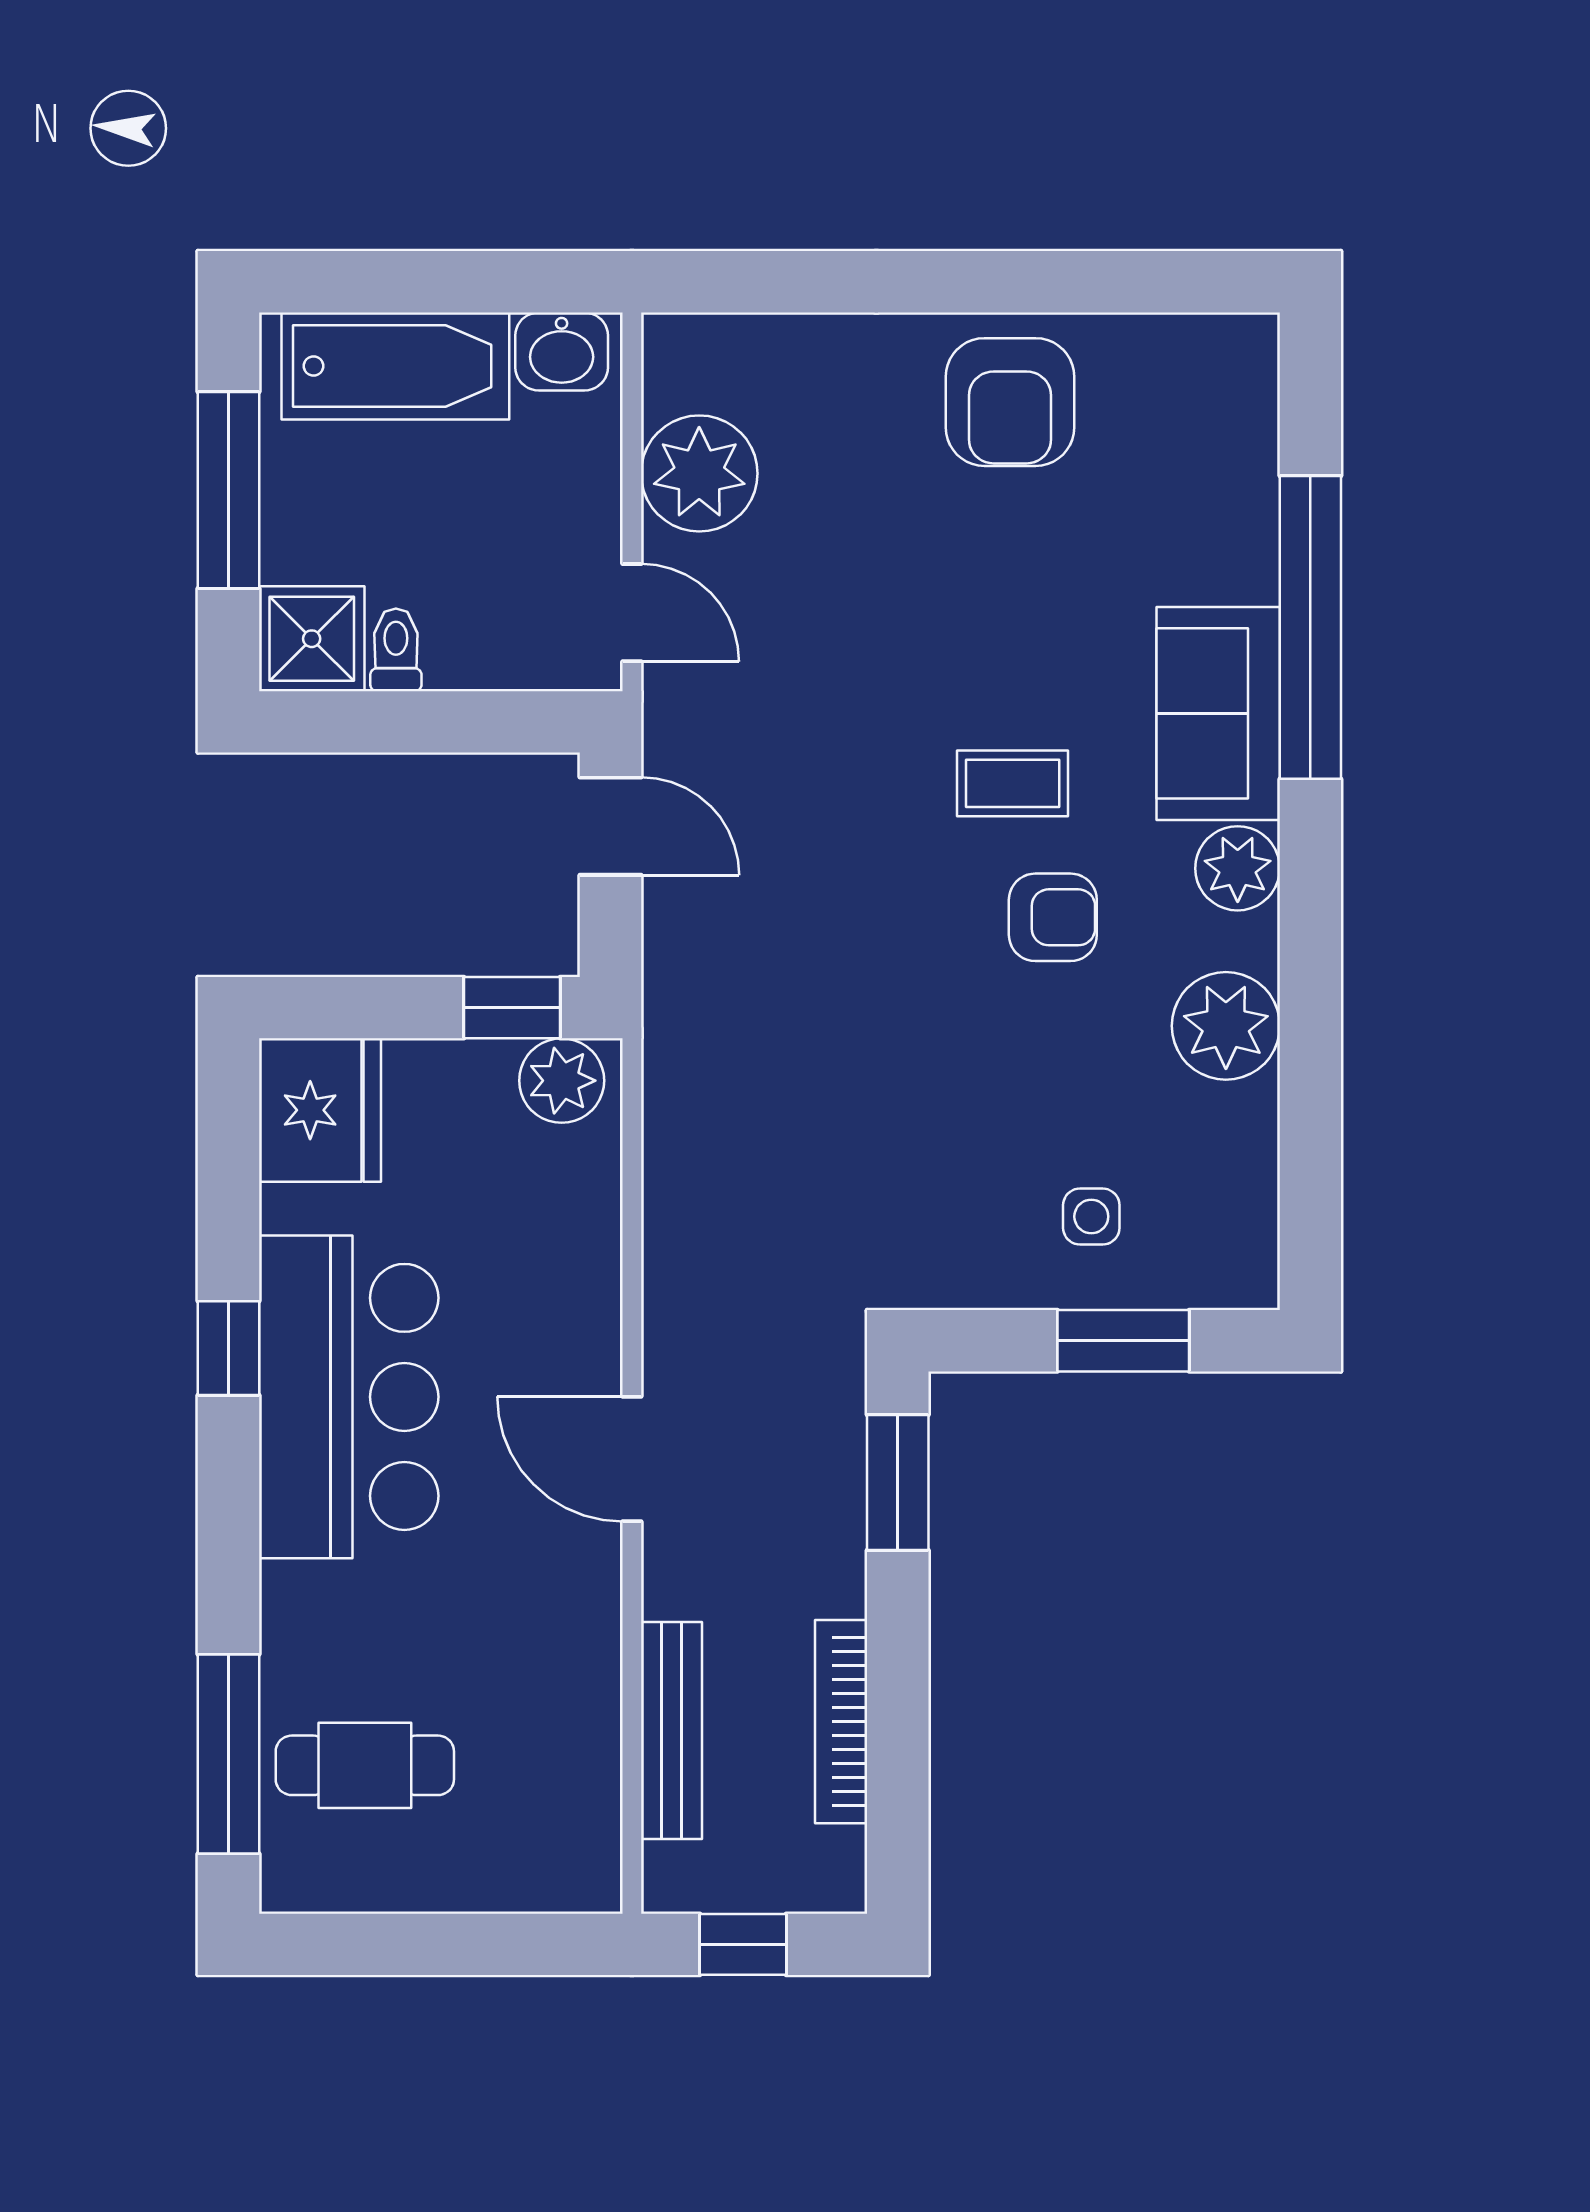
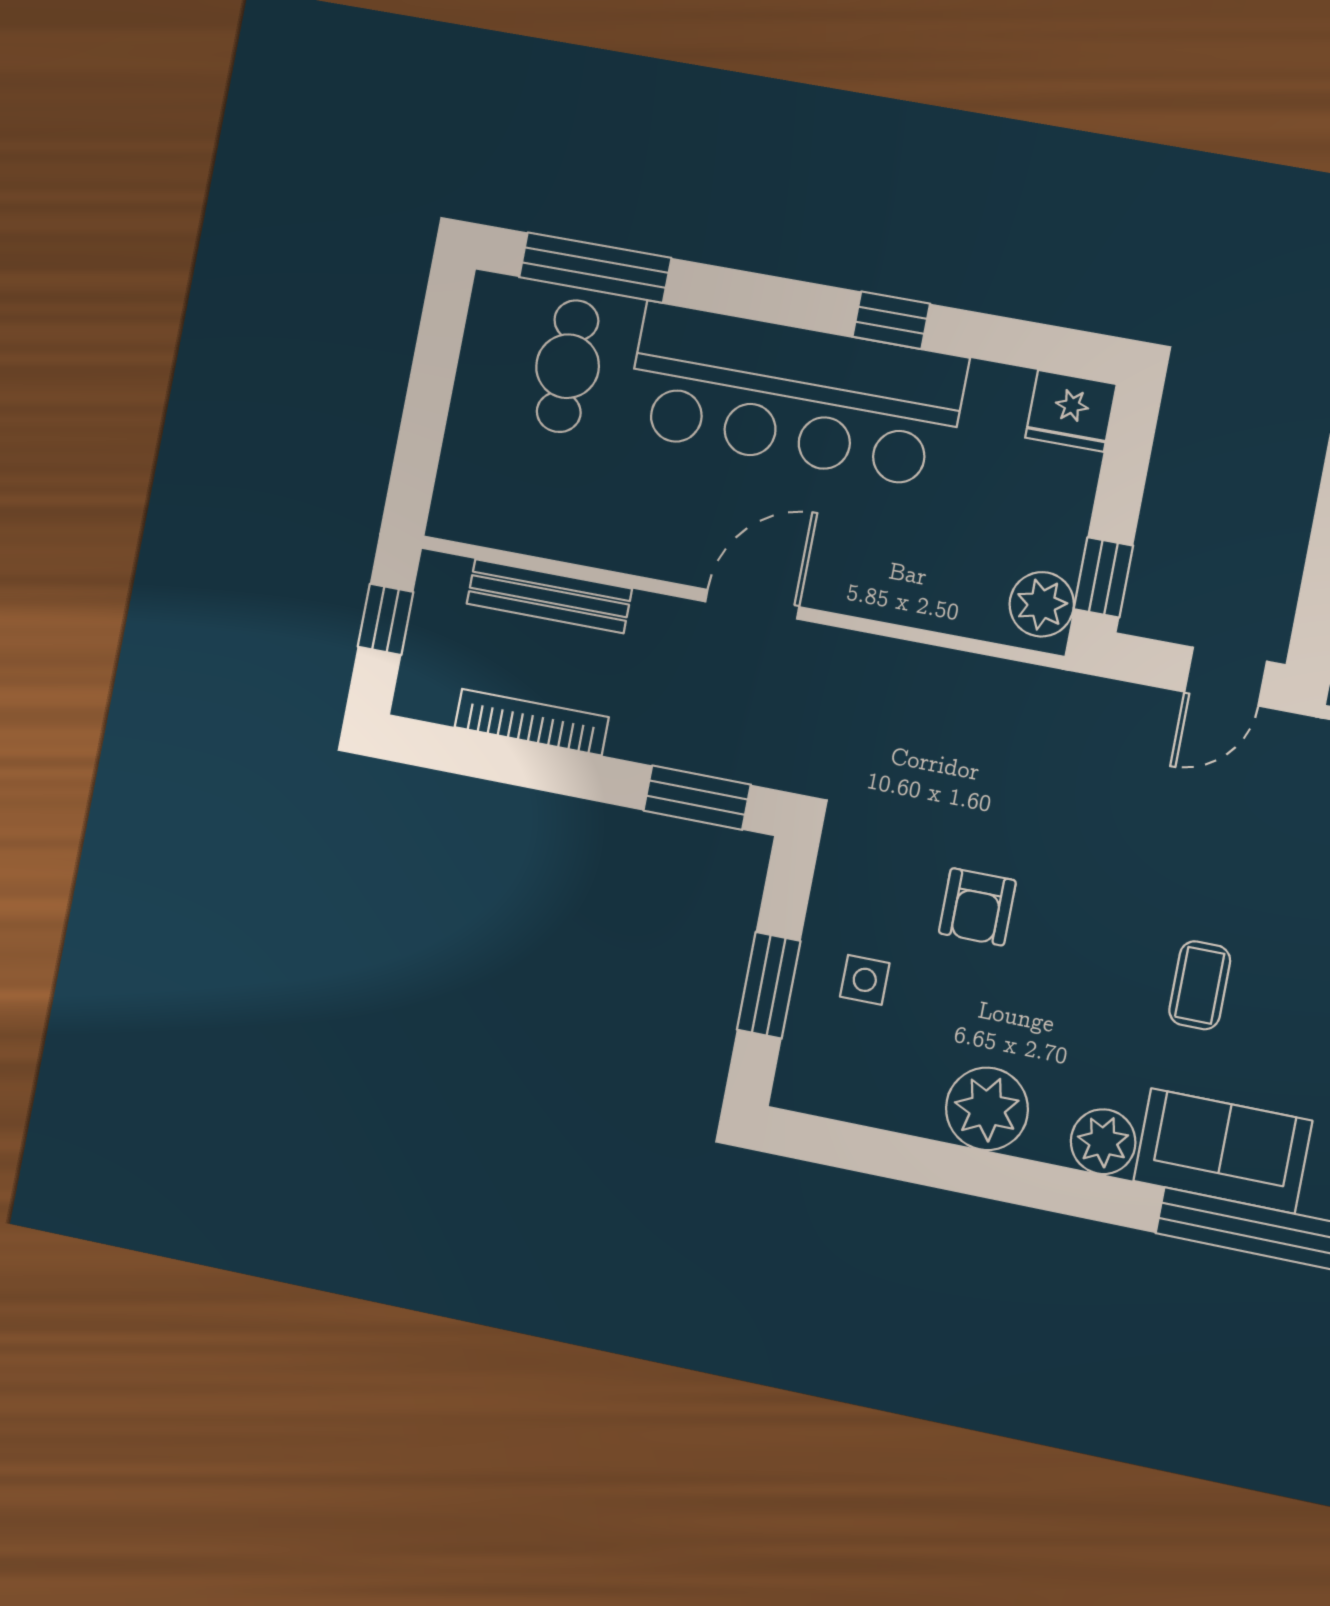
armchair: (1053, 917) -> (977, 907), moved
fridge: (320, 1110) -> (1071, 411), width x0.73, depth x0.75
bar counter: (349, 1397) -> (795, 395), width x1.36

